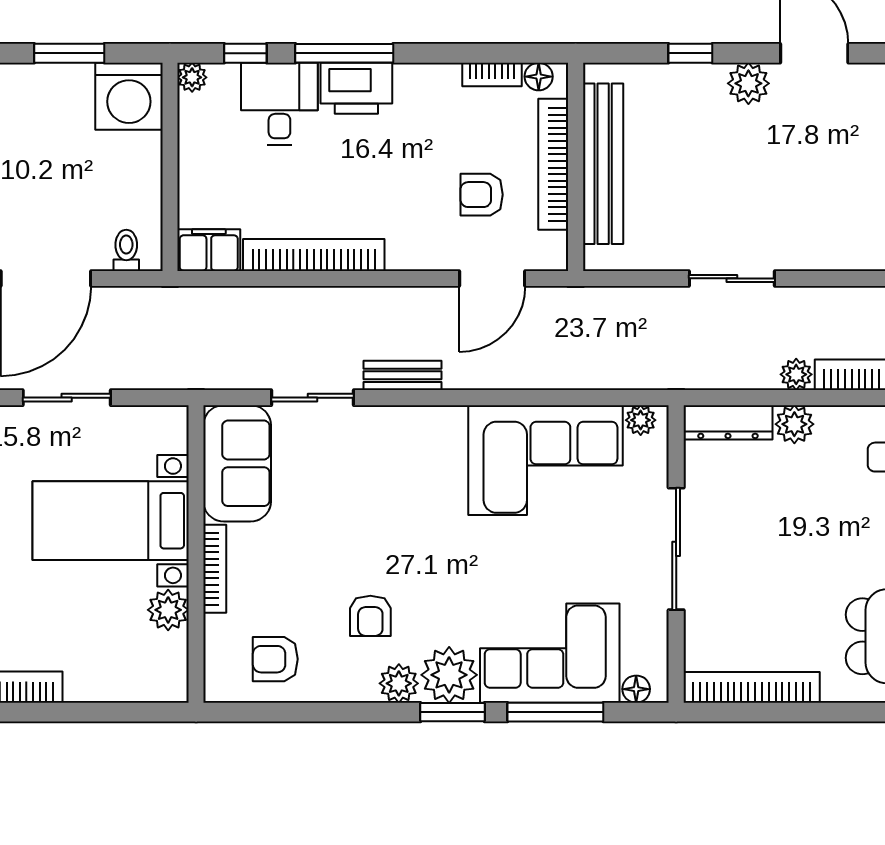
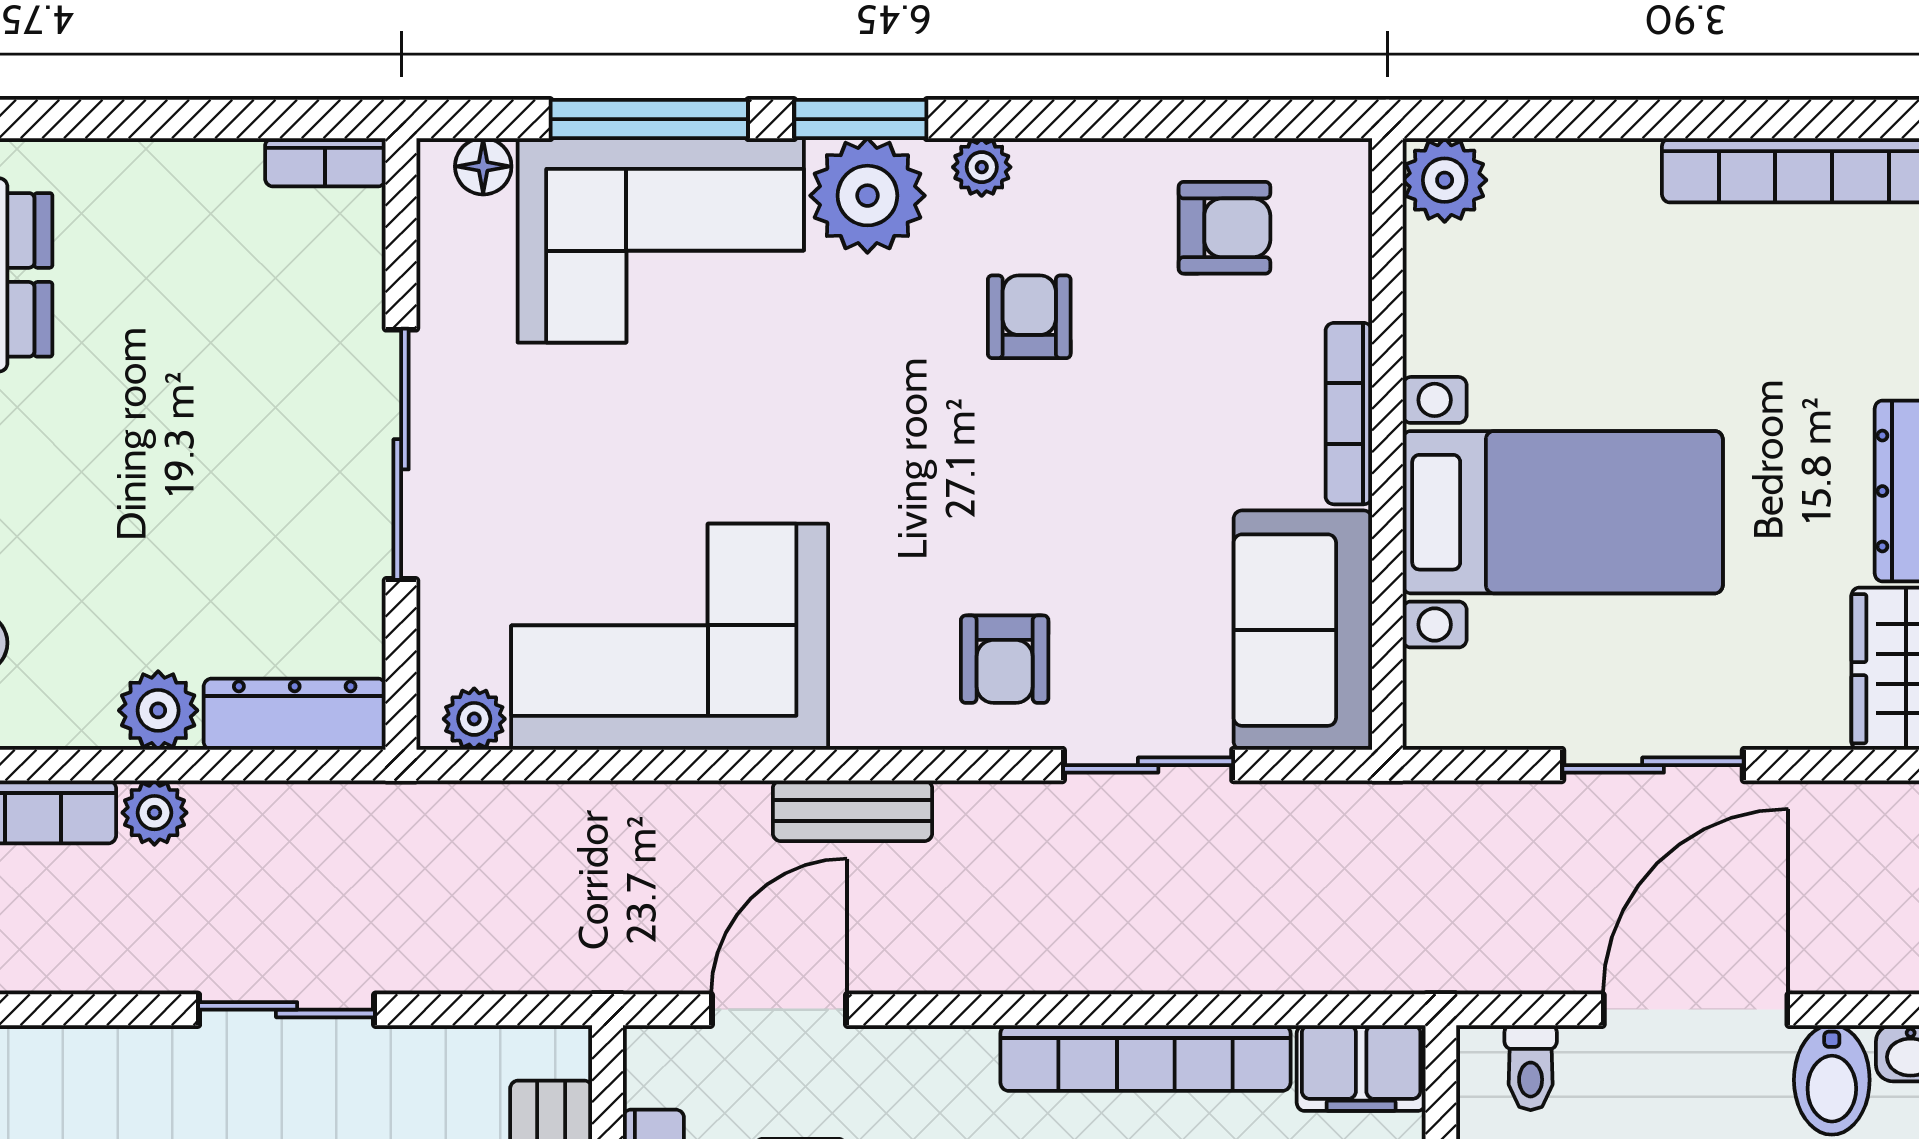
bench: (403, 375) -> (853, 811), moved
armchair: (382, 449) -> (1005, 659), added
plant: (168, 610) -> (1445, 180), moved
plant: (399, 683) -> (982, 167), width x0.73, depth x0.73
bookcase: (752, 687) -> (325, 162), width x0.43, depth x0.76

